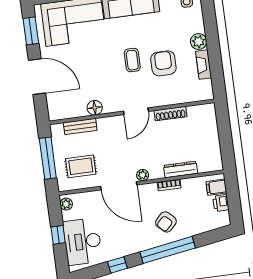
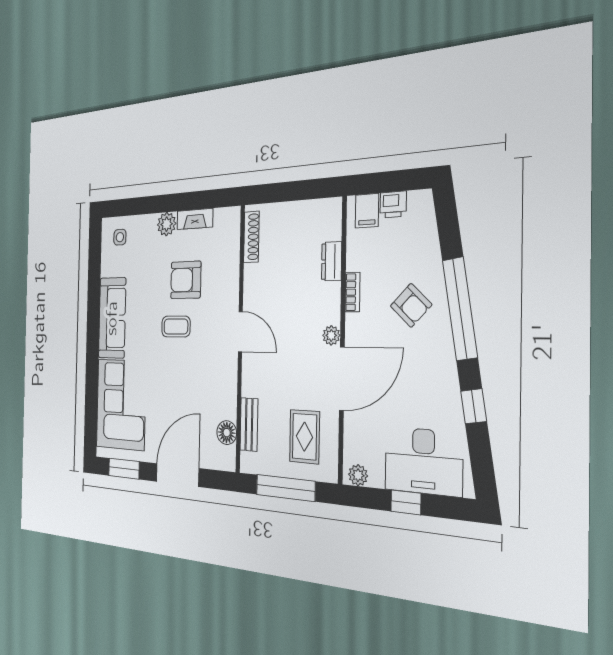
floor lamp: (95, 108) -> (227, 433), moved
shoe rack: (170, 114) -> (251, 237), moved
dresser: (181, 169) -> (332, 261), width x0.70

